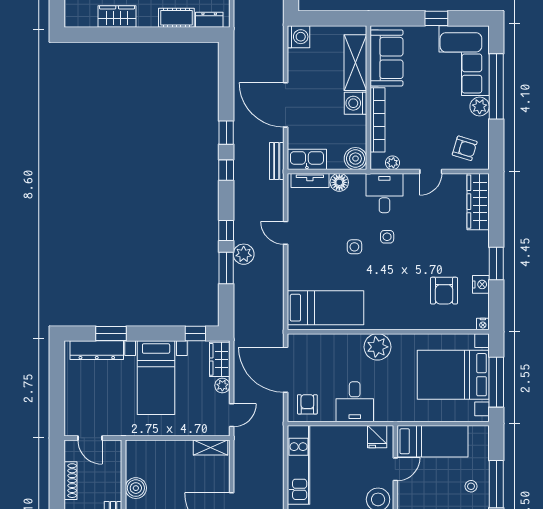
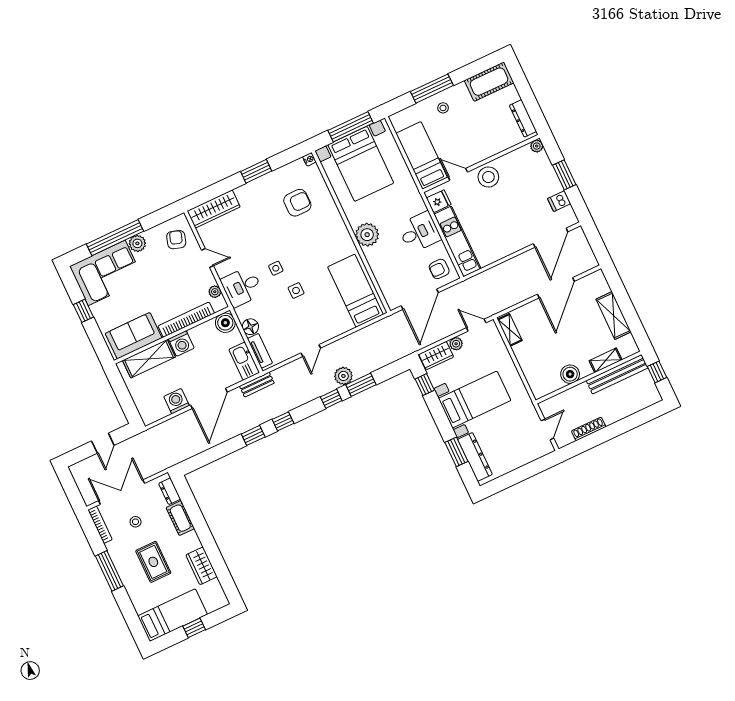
washing machine: (298, 37) -> (177, 401), moved
nightstand: (481, 284) -> (279, 176), removed
kitchen unit: (299, 465) -> (457, 241), moved, turned 90

